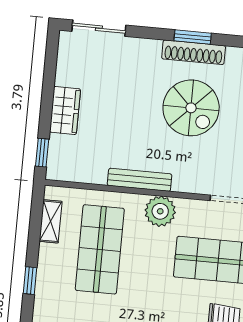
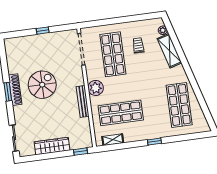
wardrobe: (65, 110) -> (52, 146), width x1.50
window: (30, 281) -> (154, 142), moved

